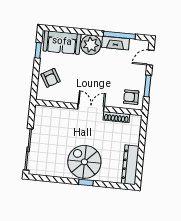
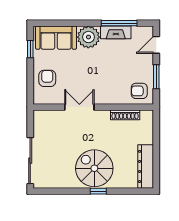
armchair: (51, 78) -> (47, 78), turned -150
double door: (91, 108) -> (79, 107), moved

